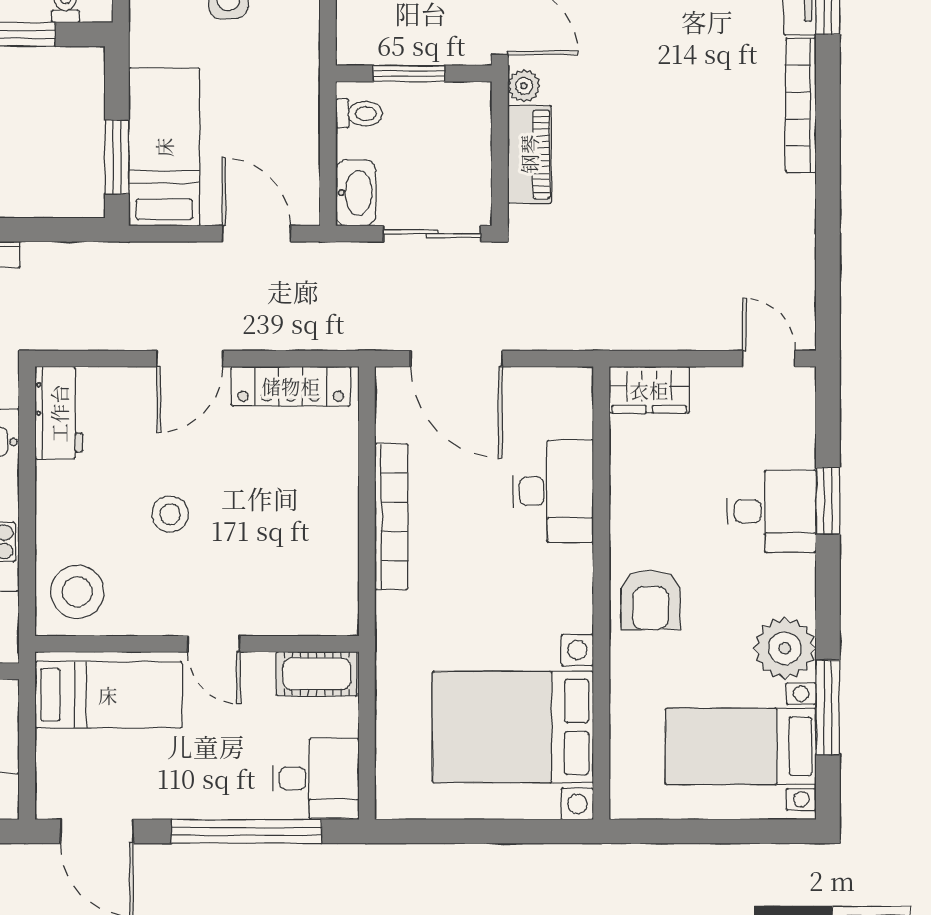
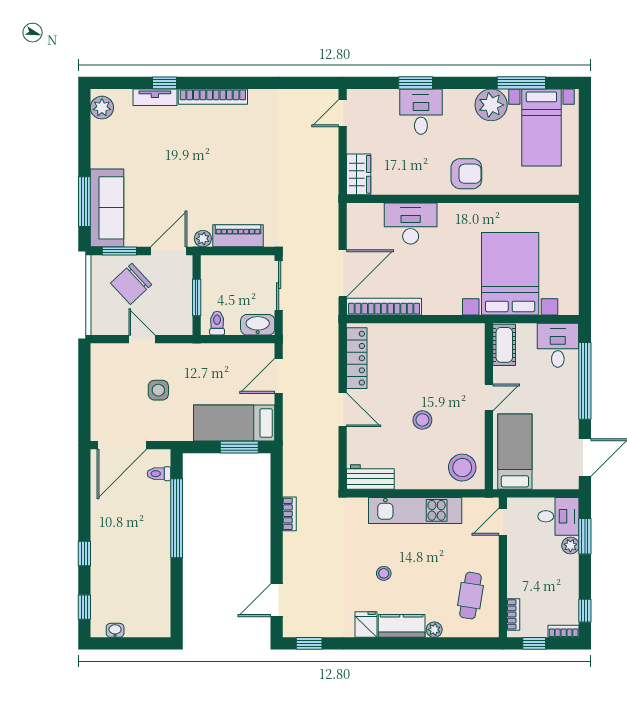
bookcase: (391, 517) -> (384, 307), moved
bed with nightstands: (513, 727) -> (510, 274), moved, turned 180

